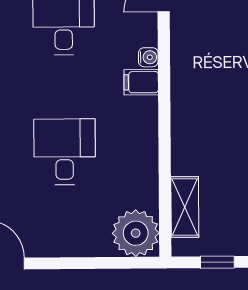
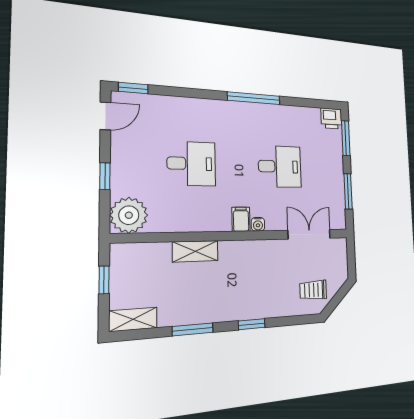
shelving: (185, 207) -> (195, 251), moved
window: (85, 263) -> (105, 176), added

